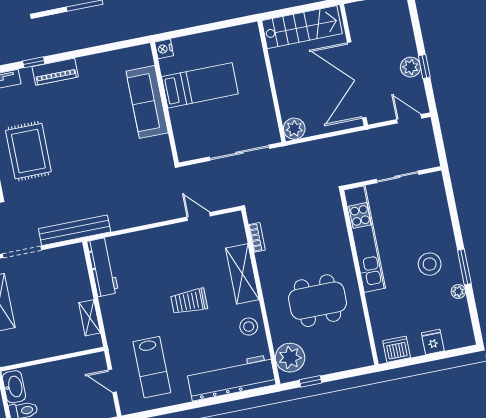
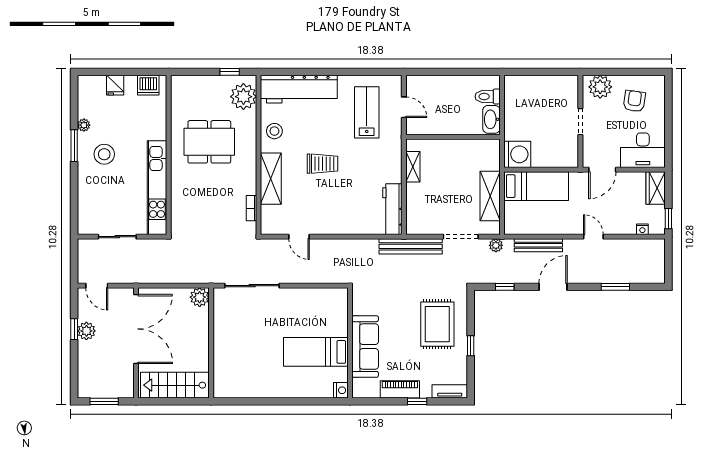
nightstand: (164, 49) -> (341, 390), moved
bed: (200, 85) -> (316, 352), moved
sofa: (147, 102) -> (365, 347), moved
wall: (164, 103) -> (350, 343), moved

